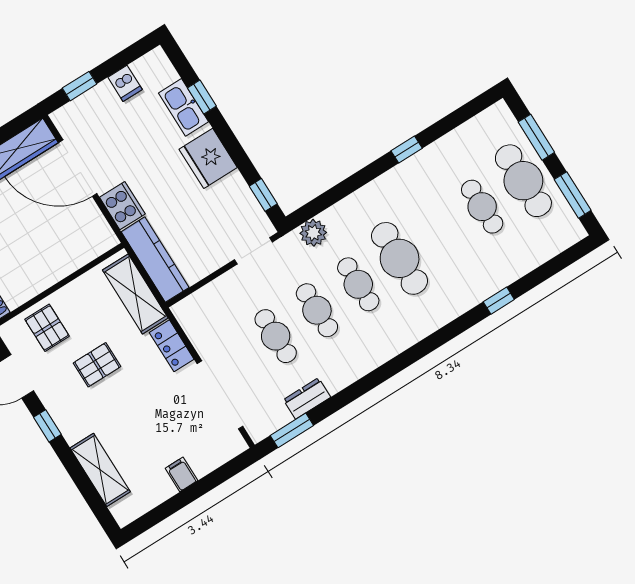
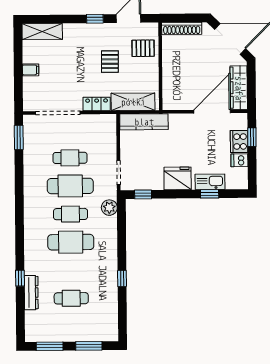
cafe table: (523, 181) -> (71, 326), removed
cooker: (122, 206) -> (239, 142), moved, turned 90
cafe table: (317, 310) -> (70, 186), width x1.37, depth x1.35
dresser: (307, 398) -> (31, 293), moved, width x1.44
shelving: (100, 470) -> (42, 32), moved

